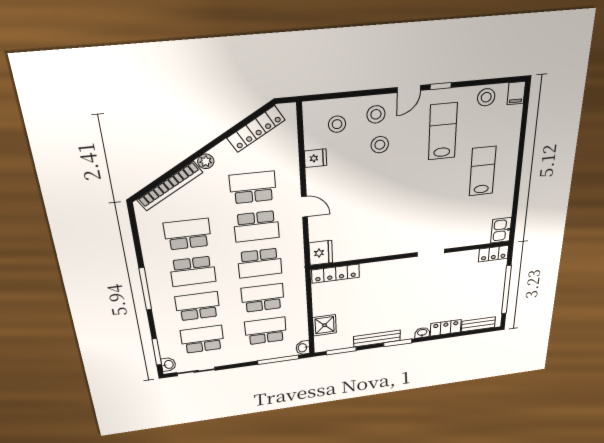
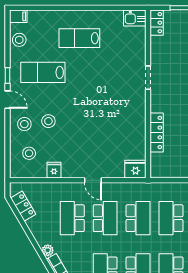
locker: (256, 129) -> (23, 206), width x0.66
door: (304, 207) -> (93, 180), swing flipped
locker: (336, 274) -> (157, 132), moved

